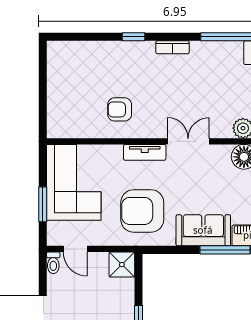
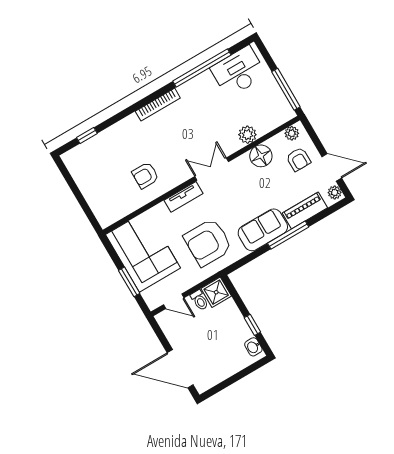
window: (133, 37) -> (87, 135), moved
bookcase: (173, 47) -> (158, 105), width x1.56
toilet: (53, 263) -> (199, 300), moved

